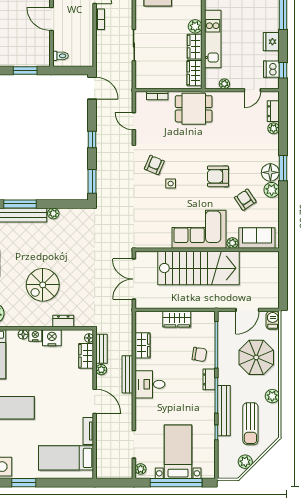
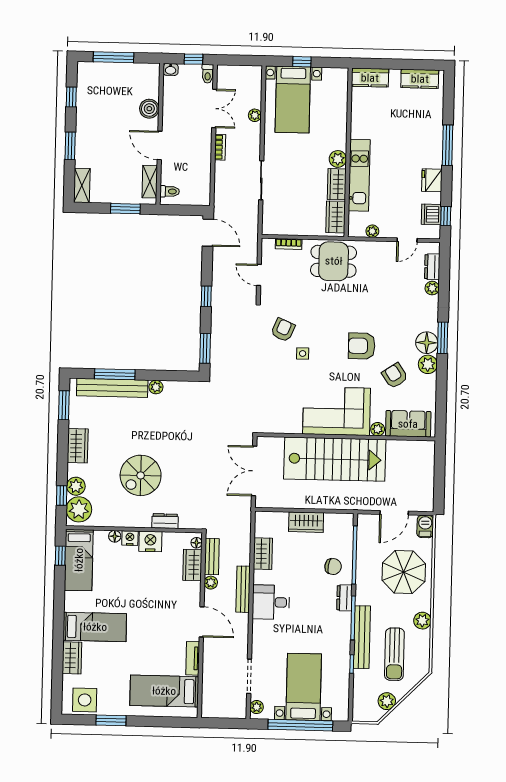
shelving: (44, 48) -> (150, 182), added

